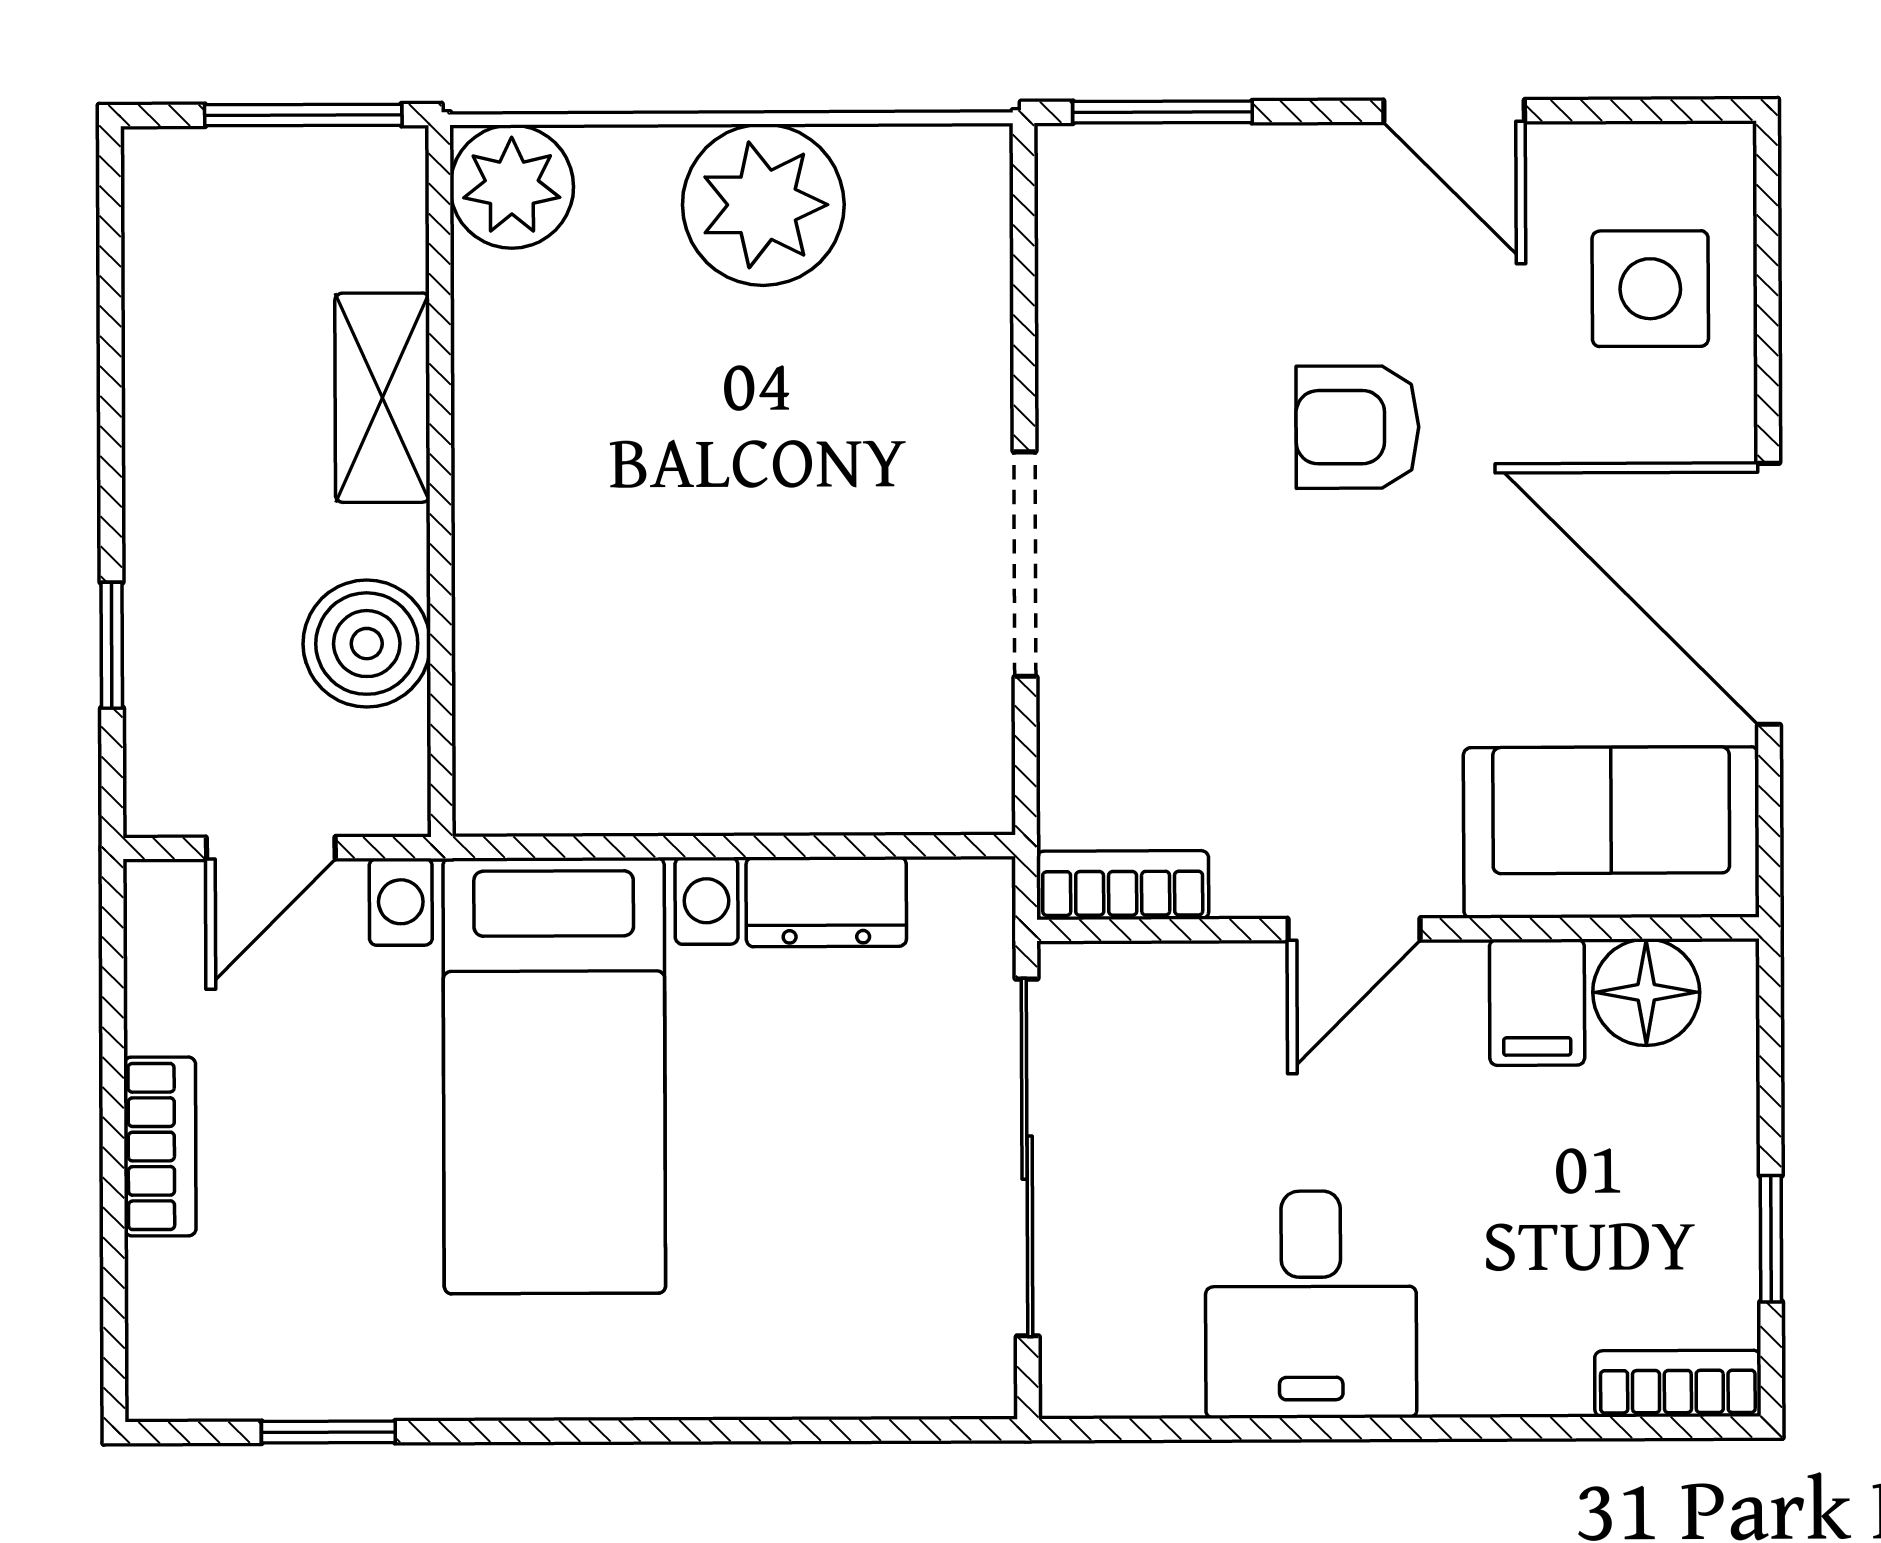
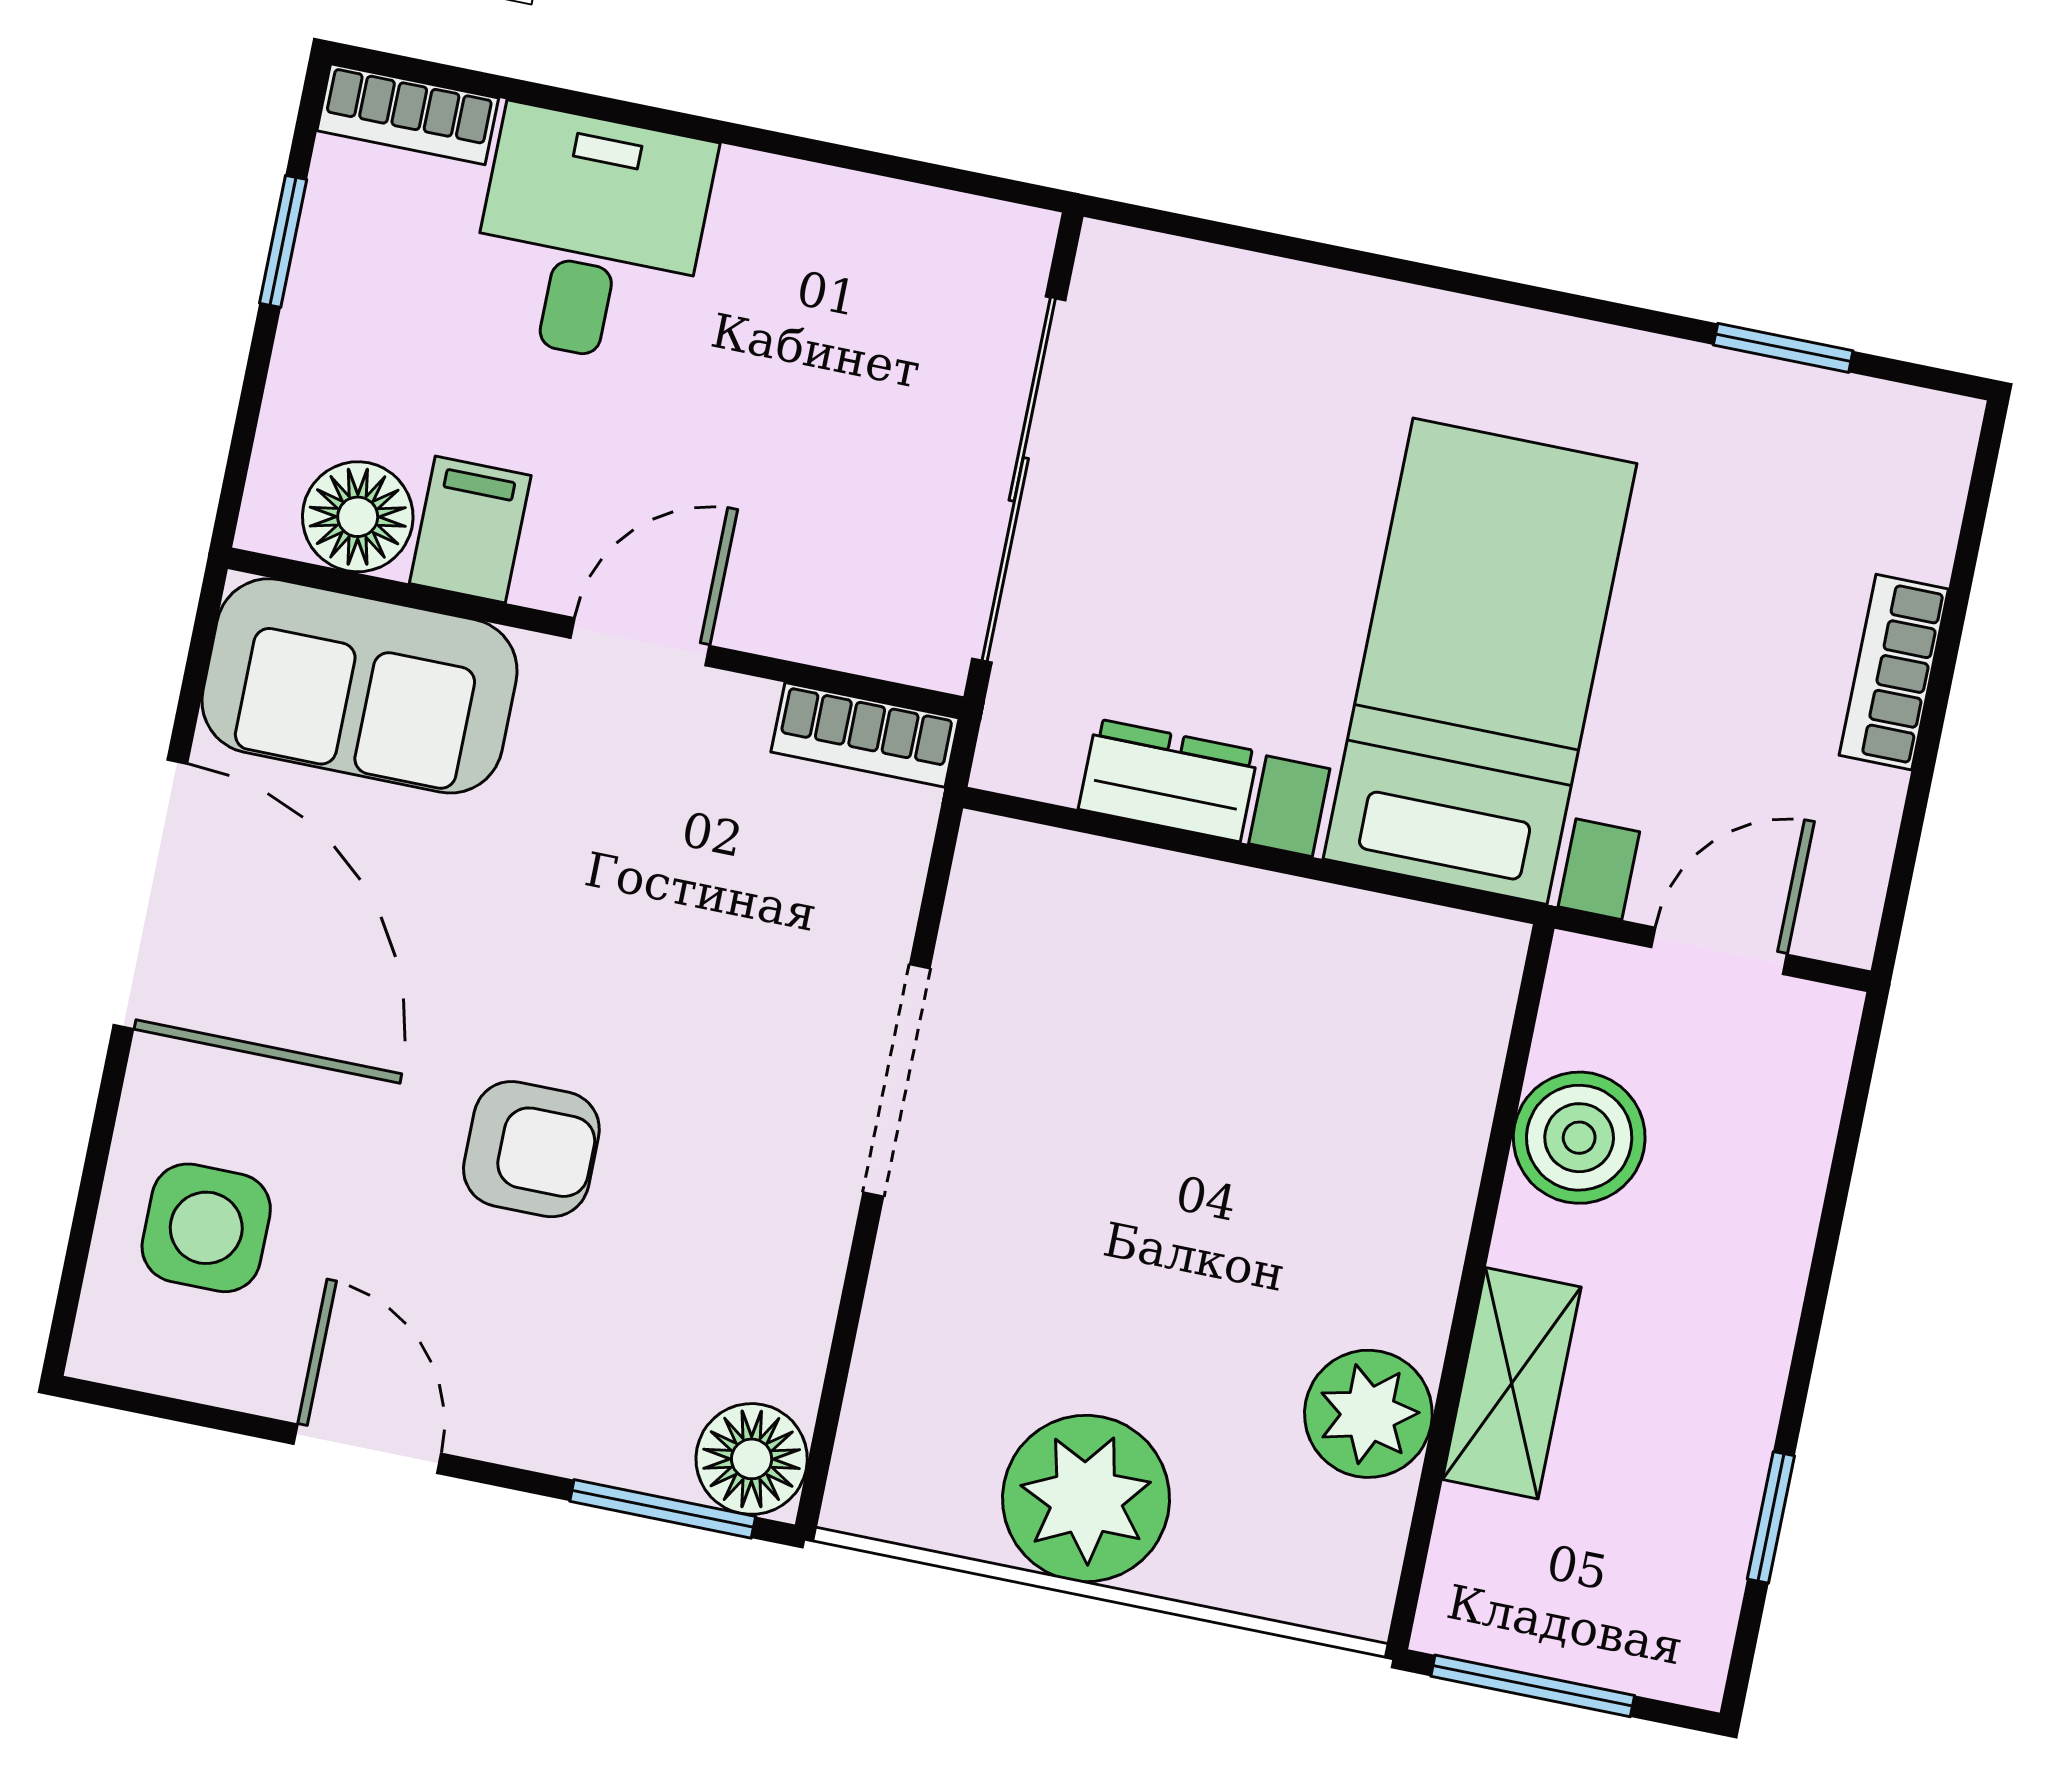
floor lamp: (1088, 177) -> (752, 1459), added
plant: (512, 187) -> (1368, 1414), moved
window: (112, 645) -> (1771, 1517), moved
desk: (1311, 1305) -> (590, 236), moved

